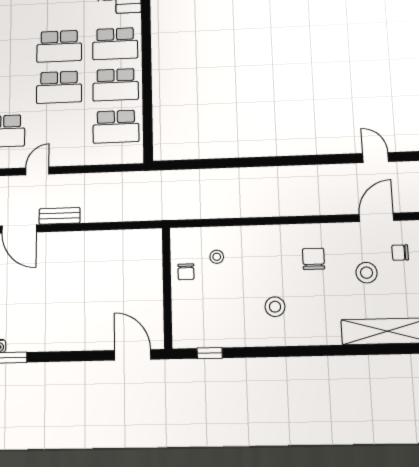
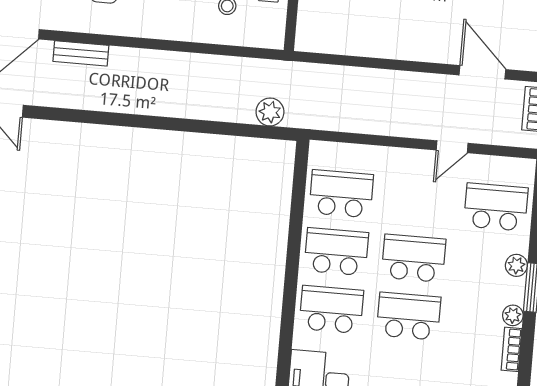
plant: (175, 180) -> (270, 112), added
bench: (60, 216) -> (81, 53), moved

